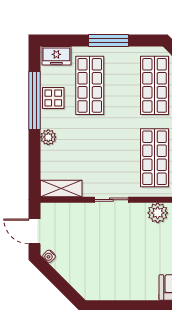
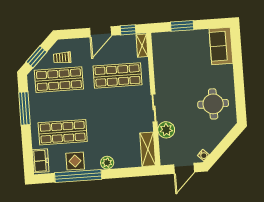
window: (108, 41) -> (24, 108), moved
plant: (158, 213) -> (166, 130), moved
round table: (111, 273) -> (213, 104), added

